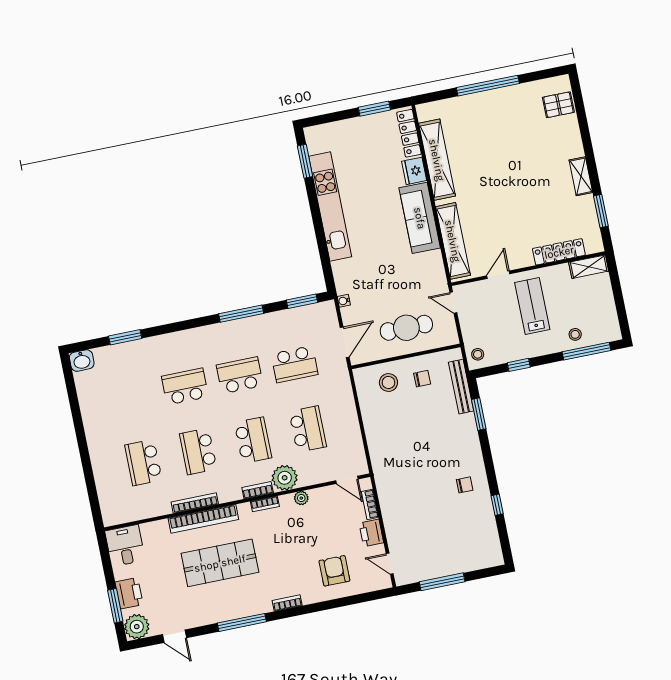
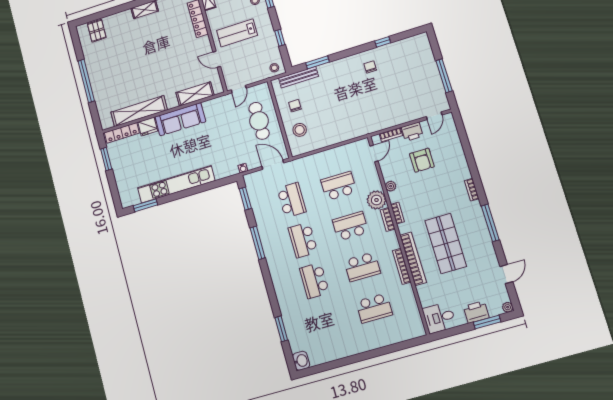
shelving: (453, 241) -> (195, 94), width x0.68
armchair: (334, 571) -> (422, 160), moved, turned -90
plant: (137, 627) -> (508, 307), width x0.53, depth x0.53

